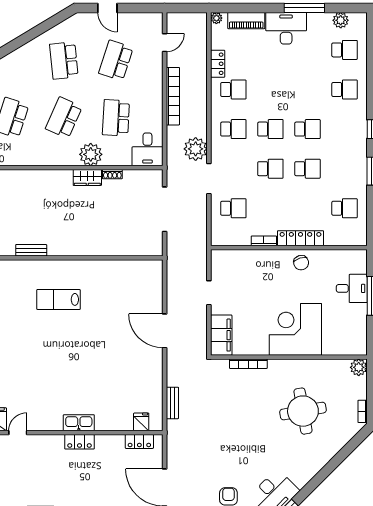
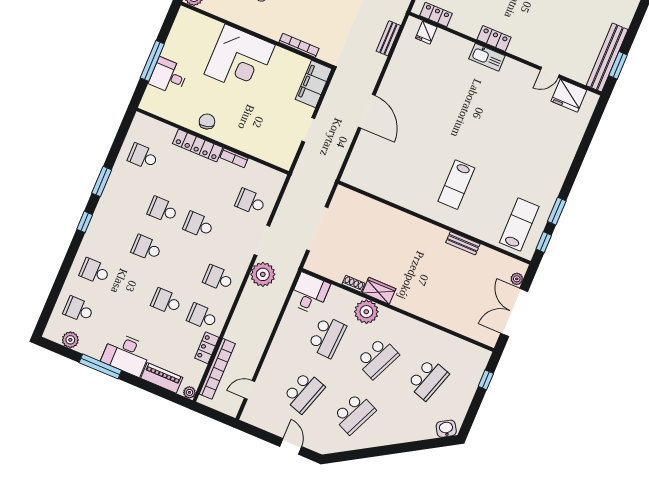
school desk: (64, 60) -> (354, 413), turned 30
bookcase: (173, 96) -> (217, 369), moved, turned 180
school desk: (270, 129) -> (166, 301), moved
lab bench: (58, 299) -> (456, 185), turned 90

